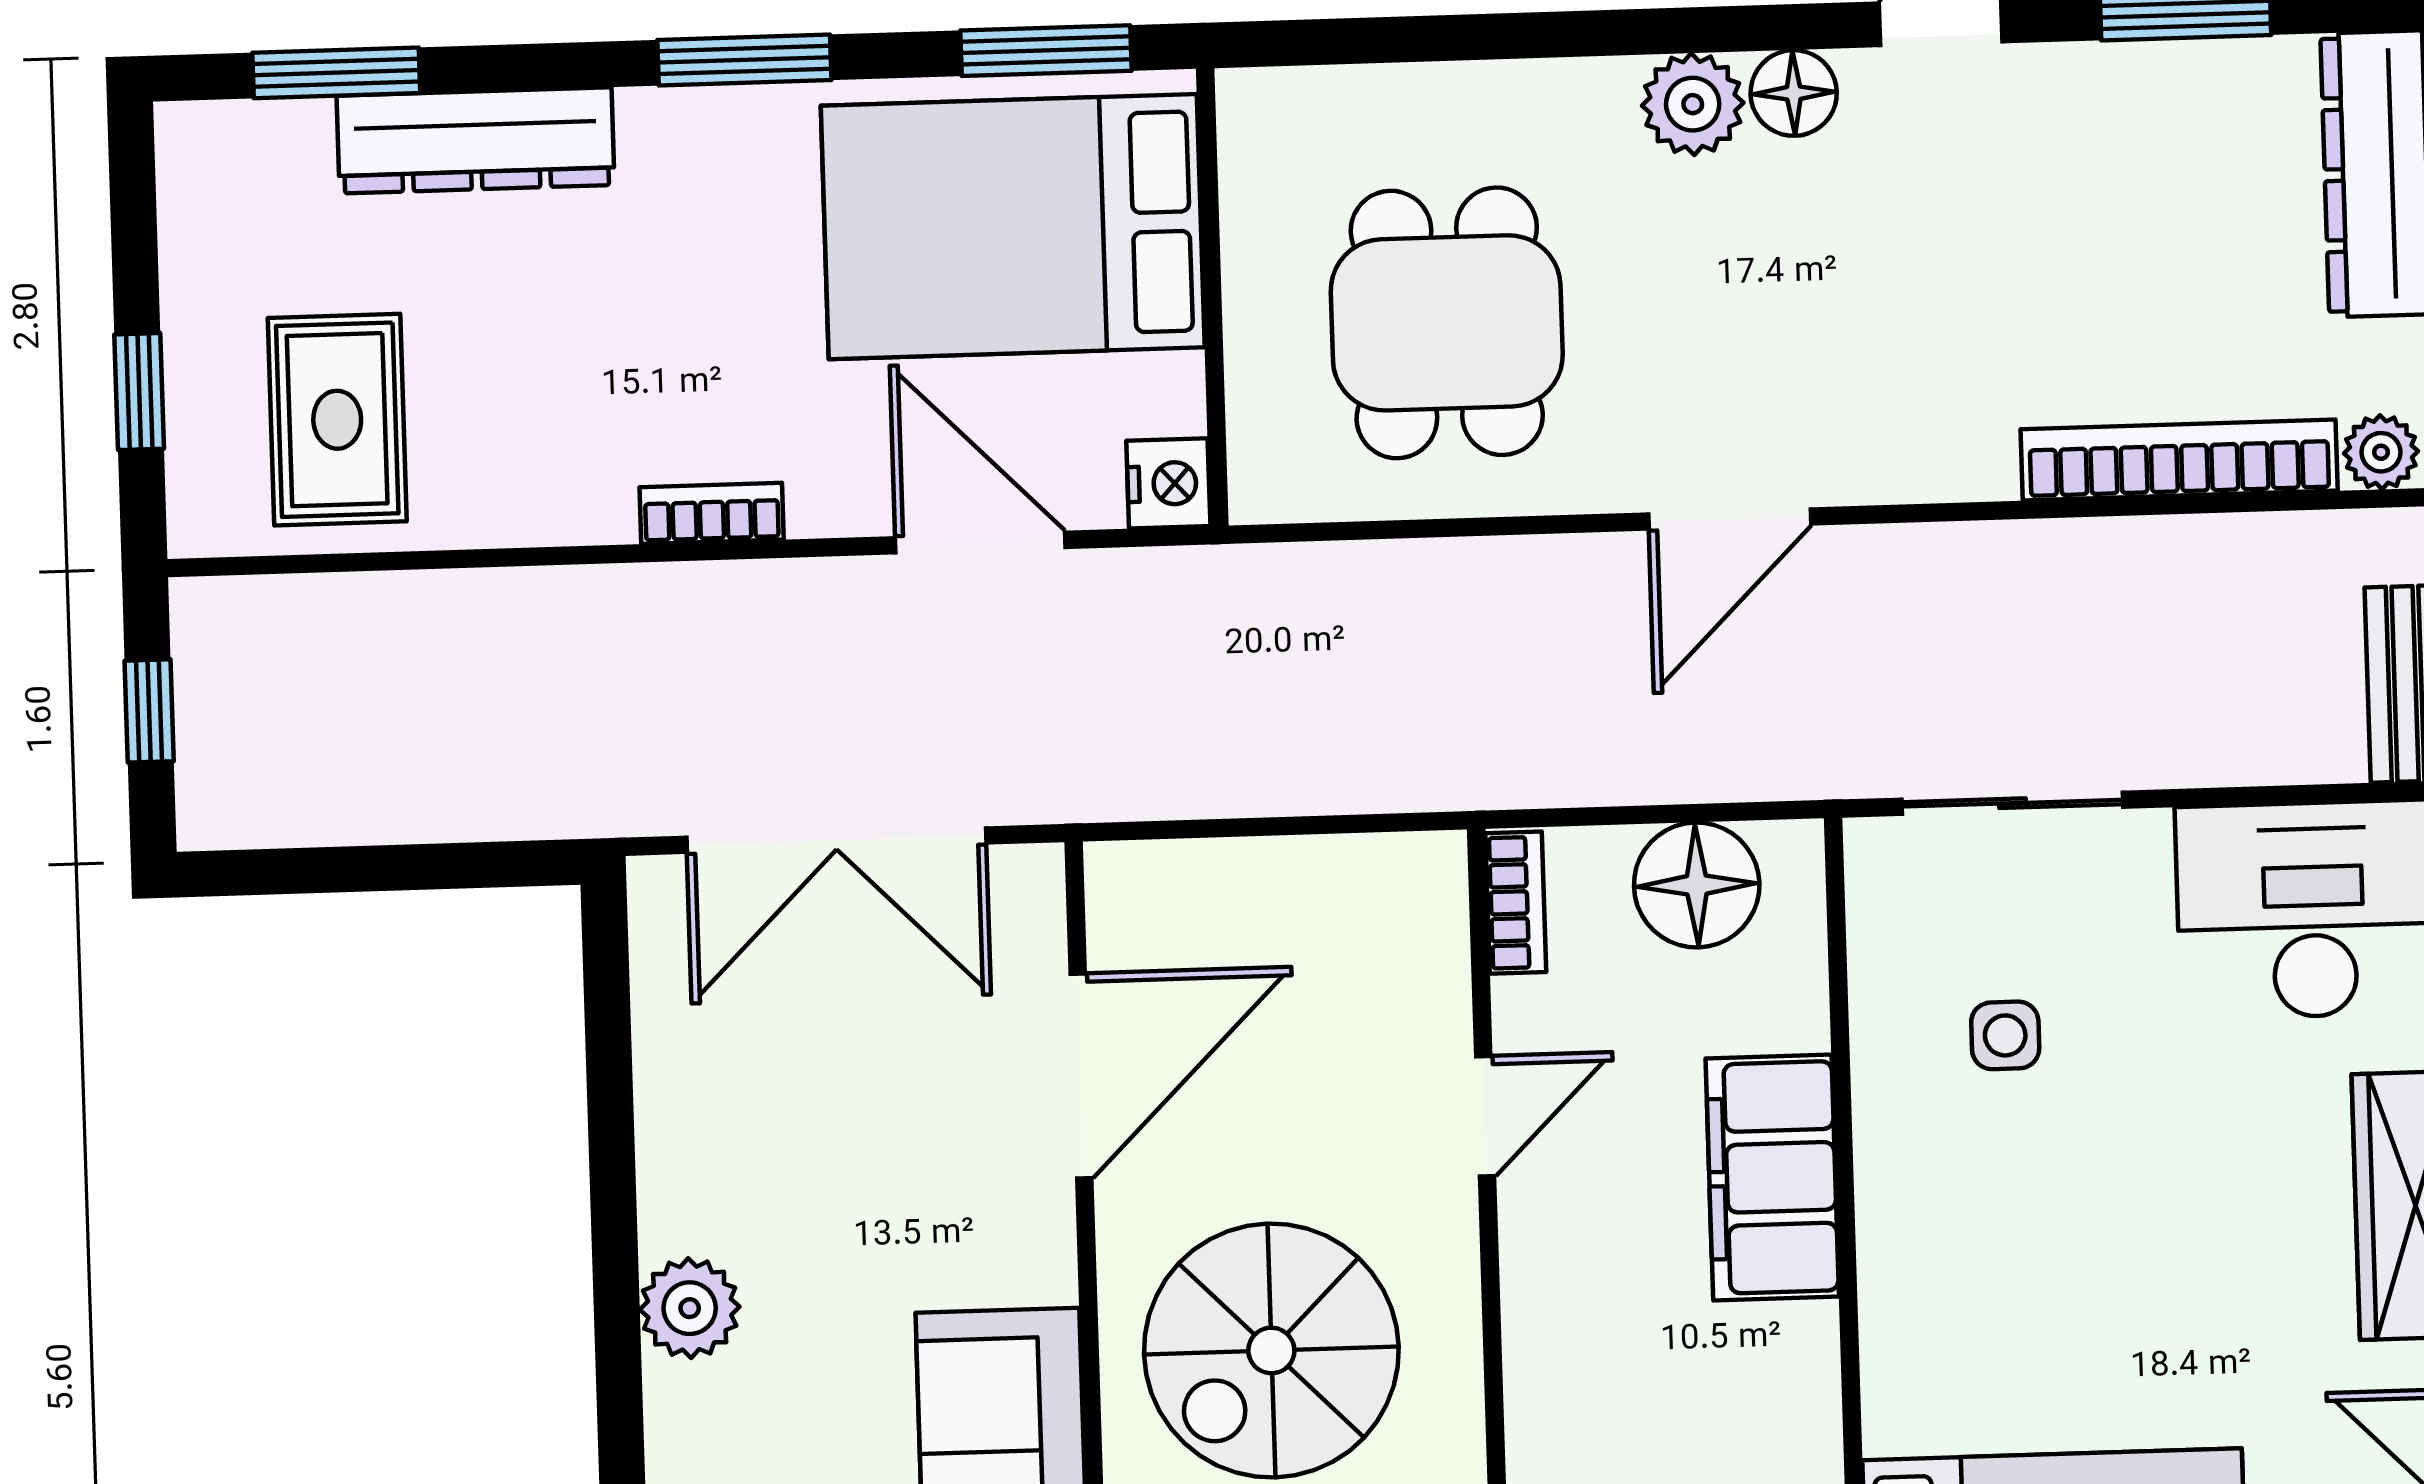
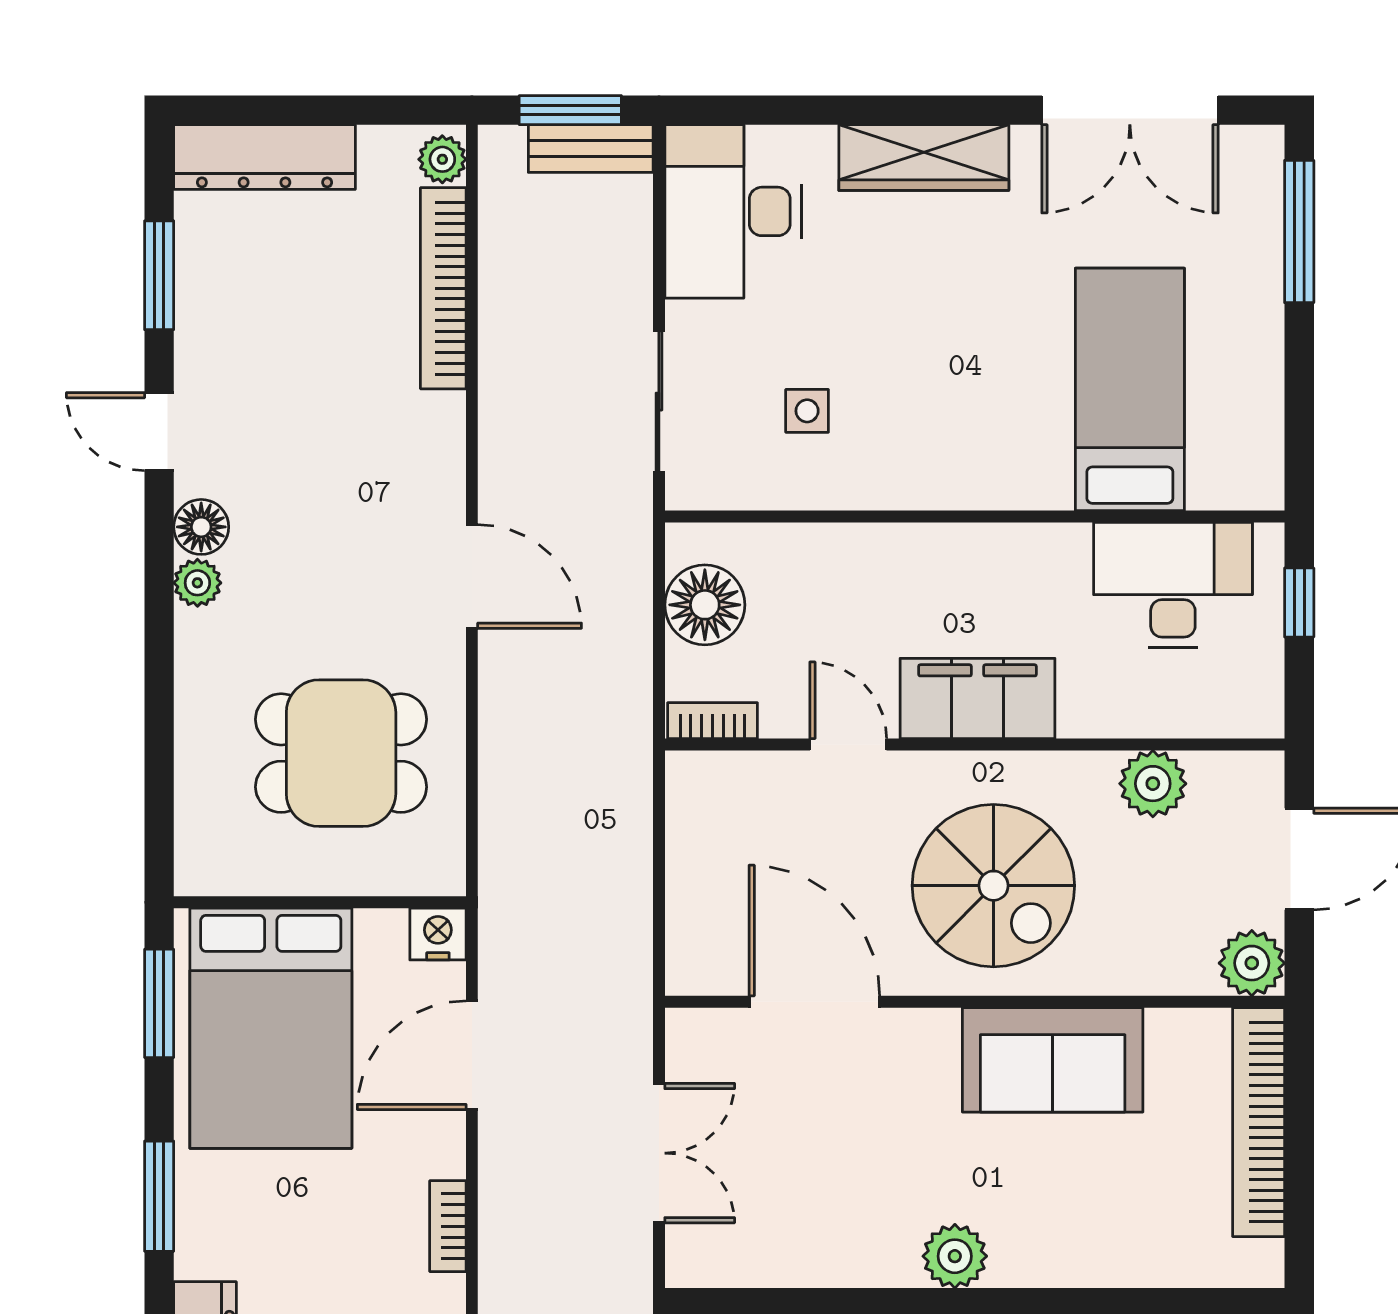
plant: (1693, 104) -> (197, 583), width x0.73, depth x0.73
double door: (836, 840) -> (659, 1153), width x0.73
filing cabinet: (1772, 1178) -> (977, 698), moved, turned 180

